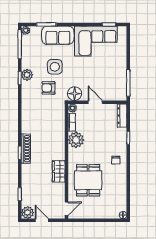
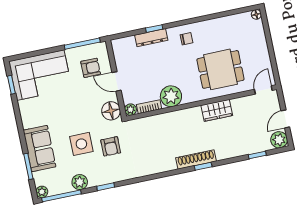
corner sofa: (96, 41) -> (40, 75), moved, turned 90
plant: (27, 75) -> (80, 182), moved
armchair: (109, 85) -> (91, 68), added
door: (95, 102) -> (117, 81), hinge flipped
dresser: (122, 116) -> (151, 38), moved
door: (67, 209) -> (263, 90), hinge flipped

